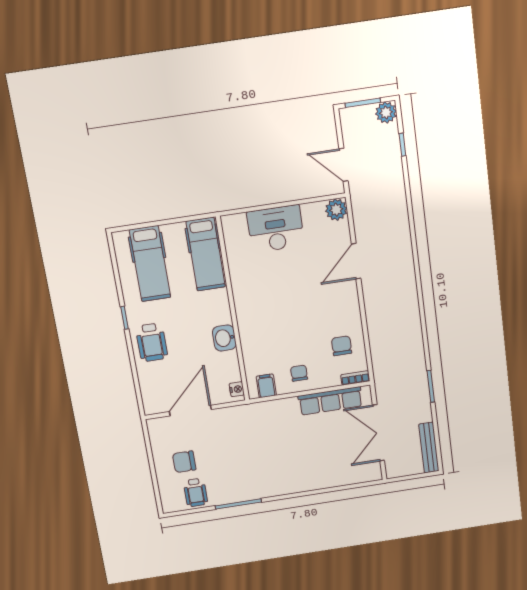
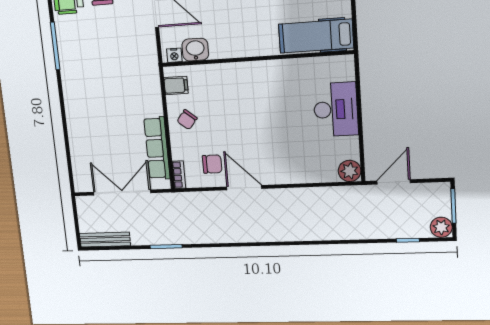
door: (356, 261) -> (244, 188), moved
washbasin: (224, 338) -> (195, 50), moved
chair: (299, 373) -> (187, 120), turned 129

